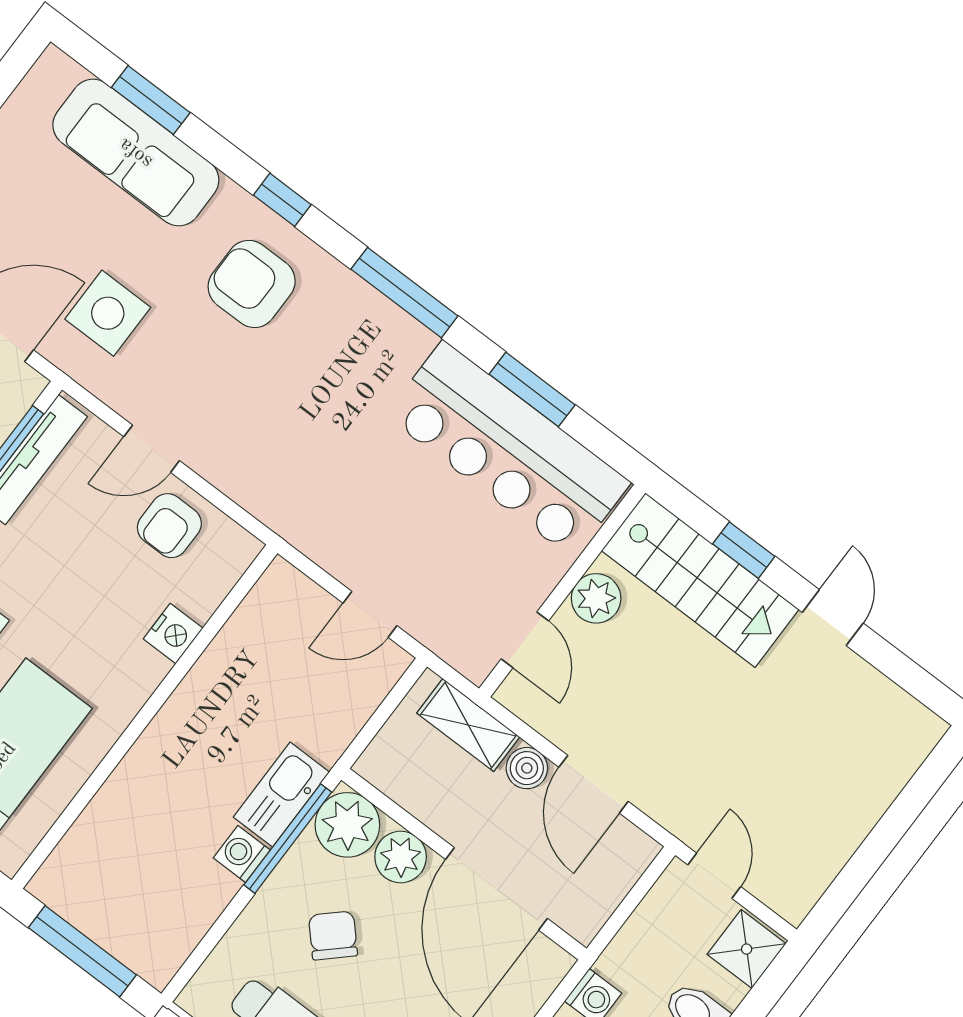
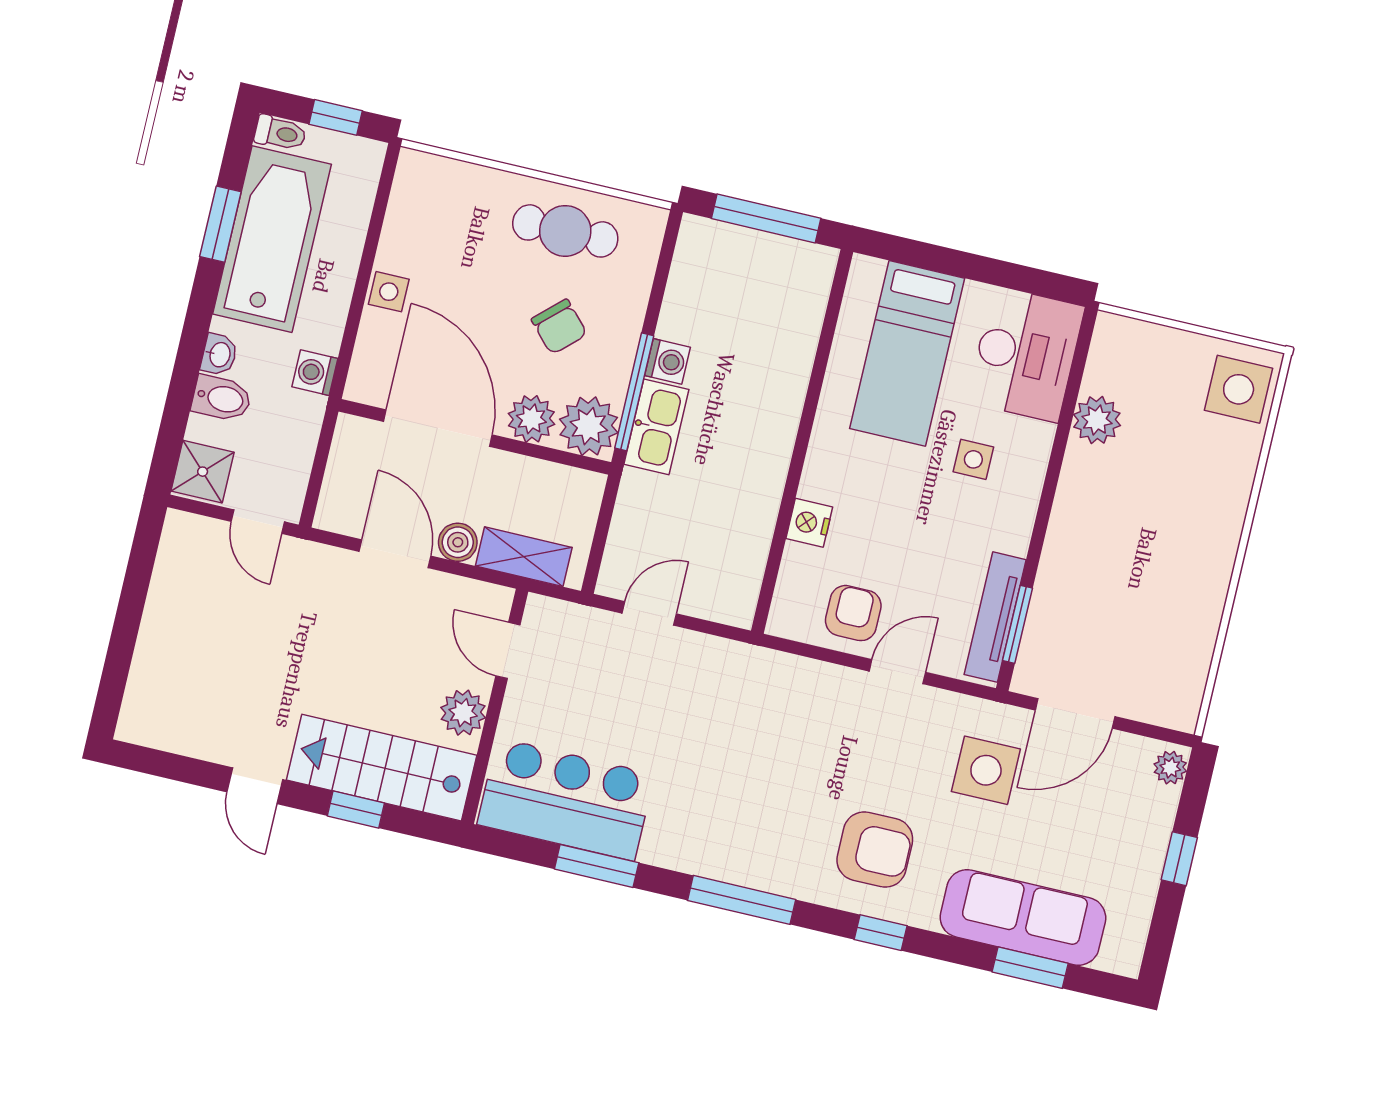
bar counter: (508, 449) -> (566, 799), width x0.73

